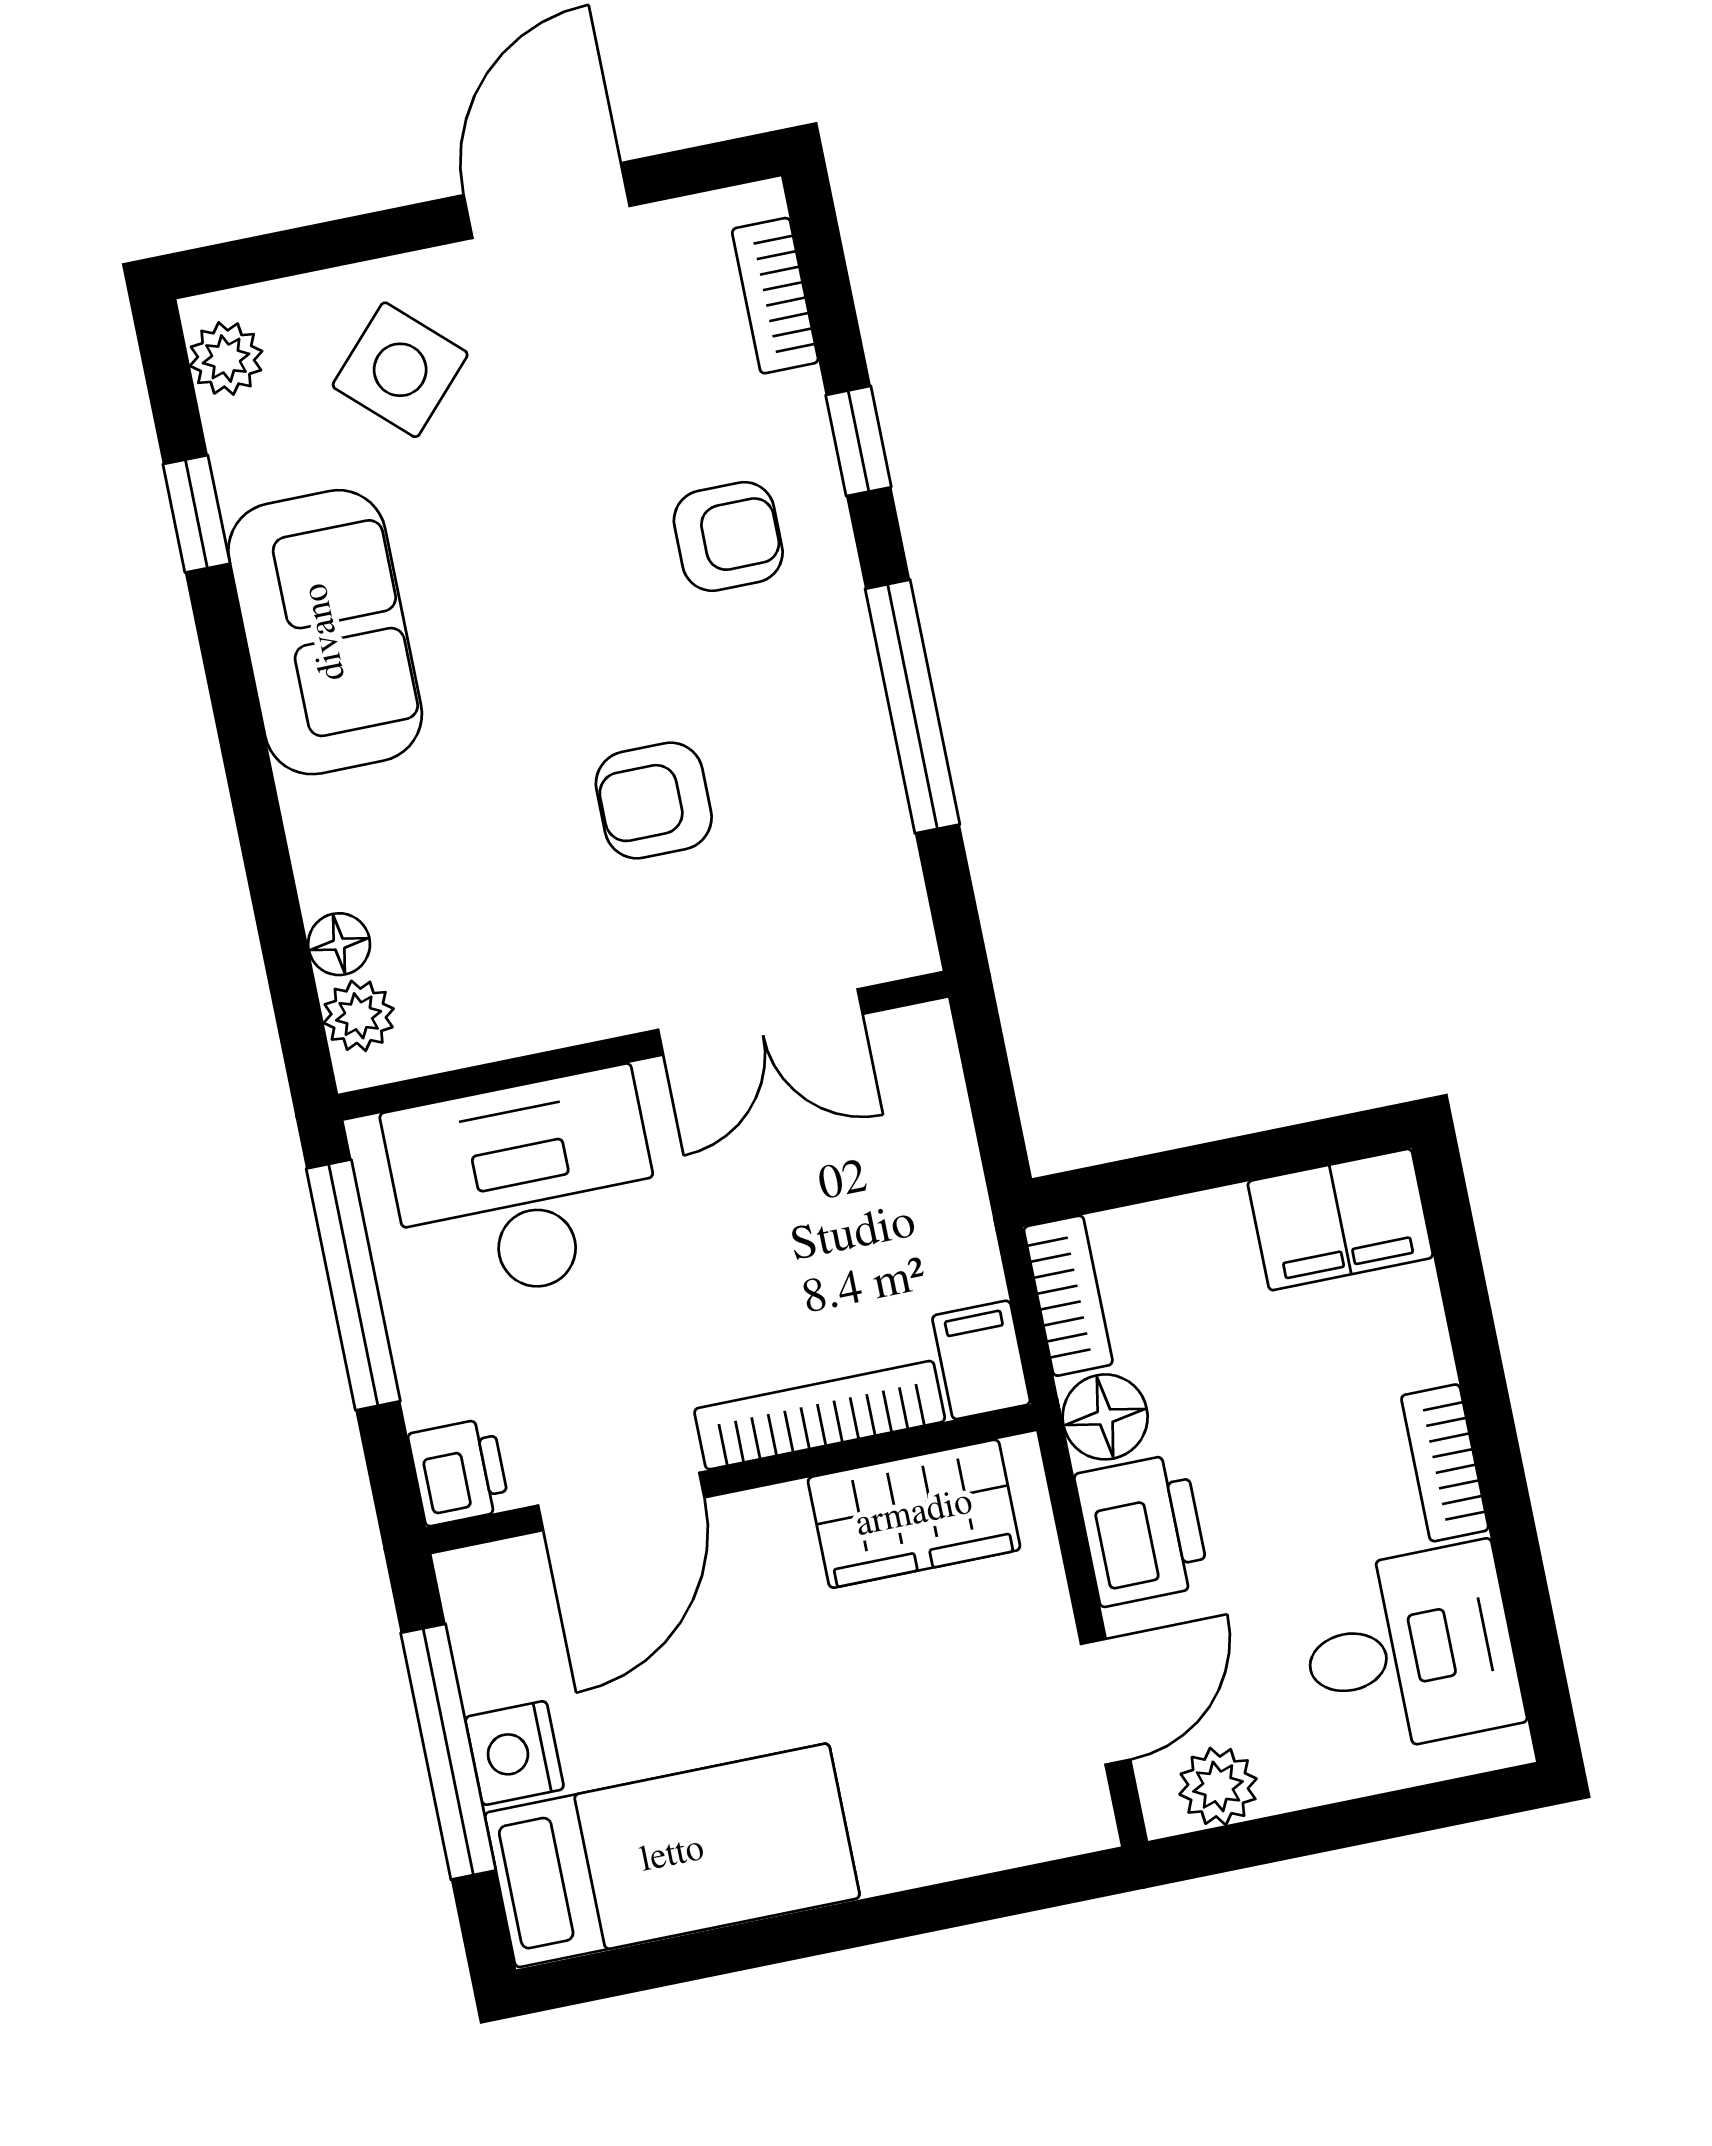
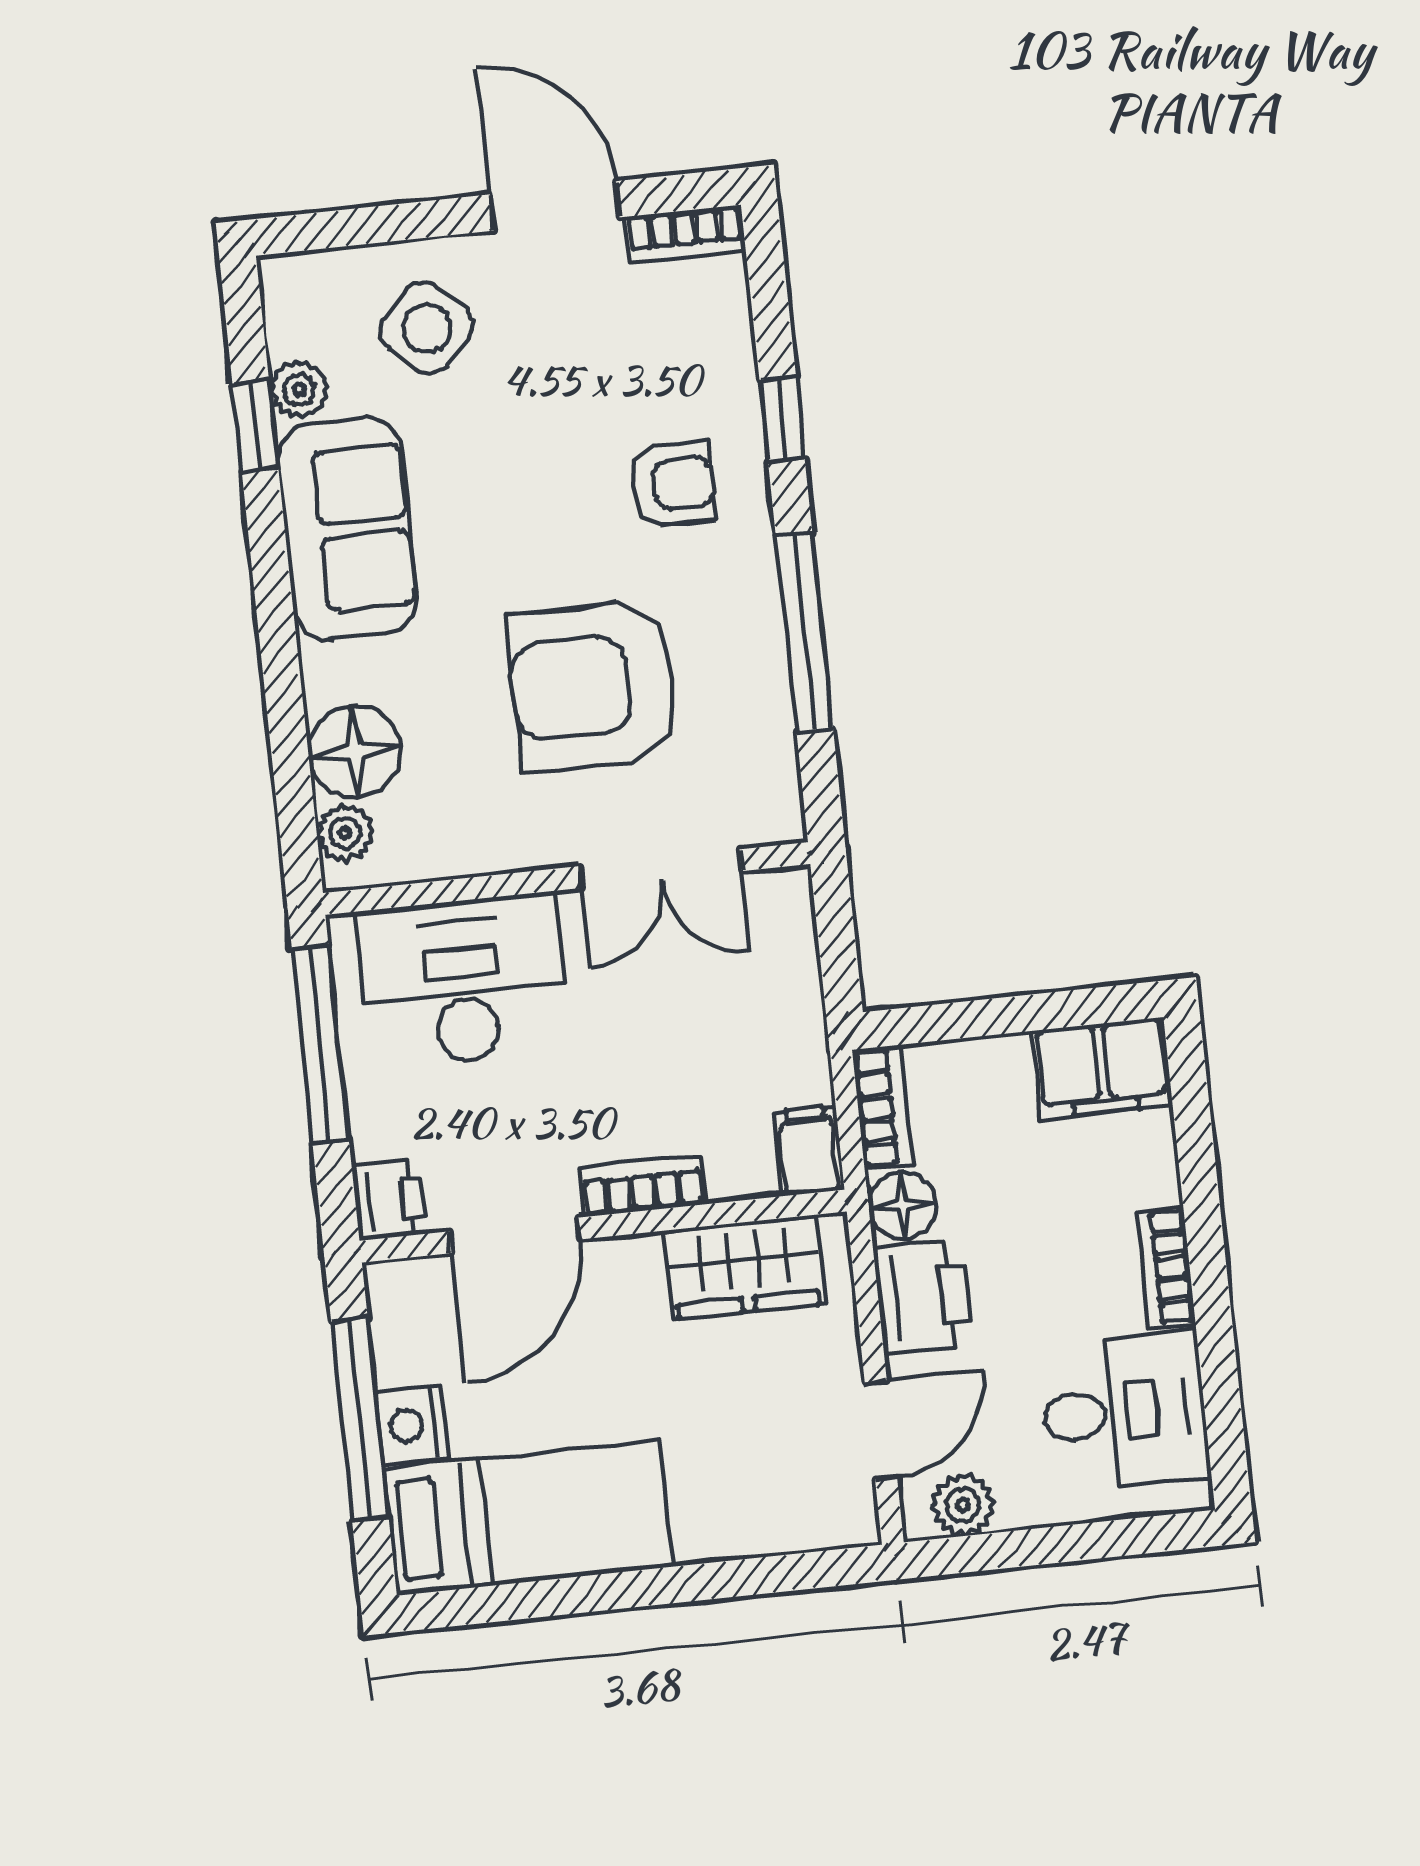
door: (547, 200) -> (555, 206), hinge flipped
bookcase: (775, 296) -> (685, 234), moved, turned -90
plant: (226, 358) -> (299, 389), moved
armchair: (654, 800) -> (594, 686), width x1.88, depth x1.88
floor lamp: (339, 944) -> (354, 752), width x1.89, depth x1.89
bookcase: (820, 1415) -> (643, 1186), width x0.64

